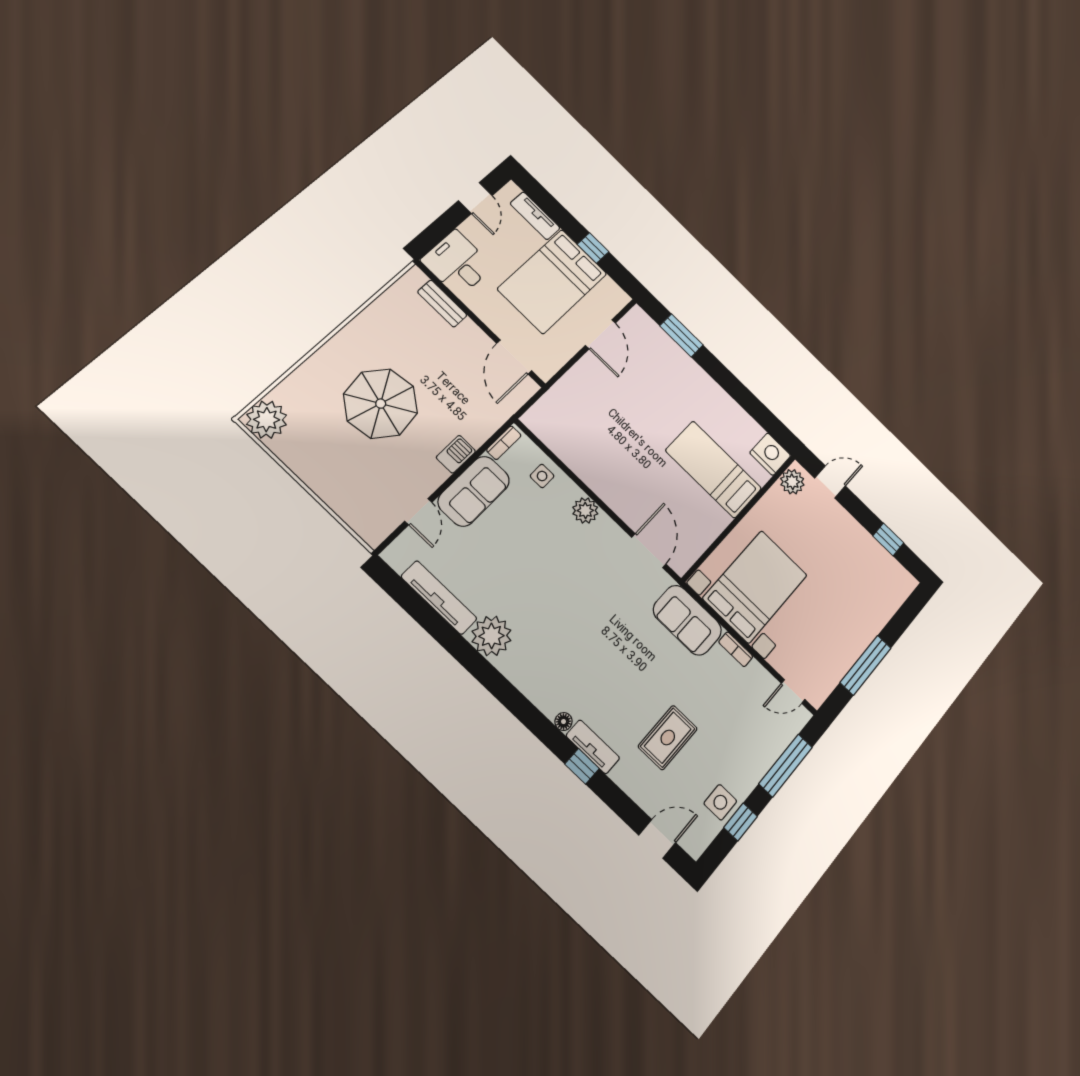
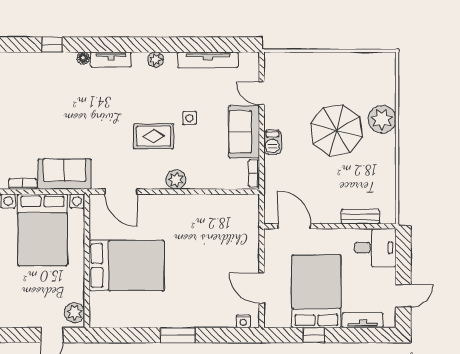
door: (475, 198) -> (403, 296), swing flipped
window: (681, 335) -> (178, 335), moved
plant: (267, 420) -> (382, 119), moved
nightstand: (770, 454) -> (243, 321), moved, width x0.53, depth x0.56
bed: (714, 470) -> (126, 265), width x1.50
side table: (542, 476) -> (189, 118), moved
plant: (491, 636) -> (156, 59), width x0.53, depth x0.53
rug: (668, 738) -> (154, 136), moved, turned 90
tv unit: (593, 747) -> (111, 60), moved

